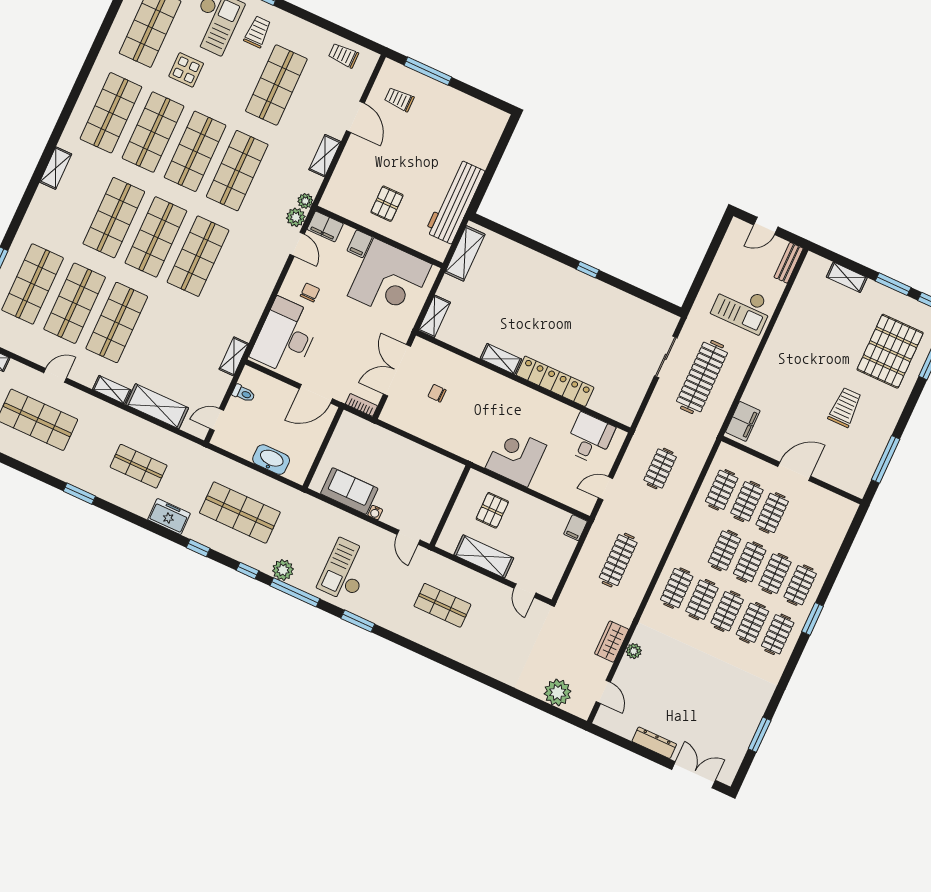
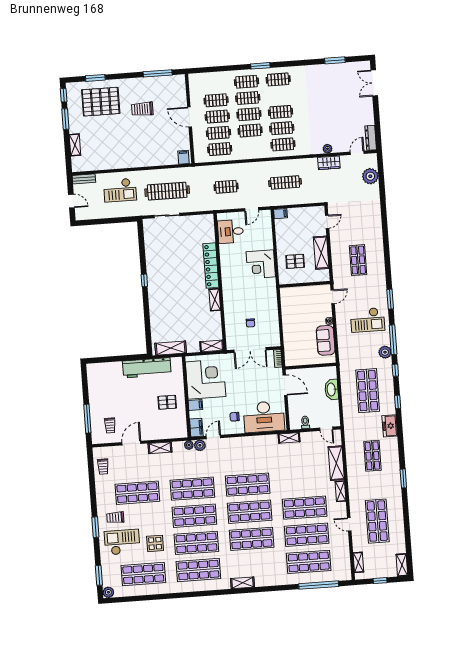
checkout: (742, 307) -> (120, 190), turned 90
filing cabinet: (743, 421) -> (183, 157), width x0.50
door: (606, 488) -> (252, 209), hinge flipped
clothes rail: (752, 623) -> (216, 100), moved
dresser: (654, 743) -> (371, 138), moved

